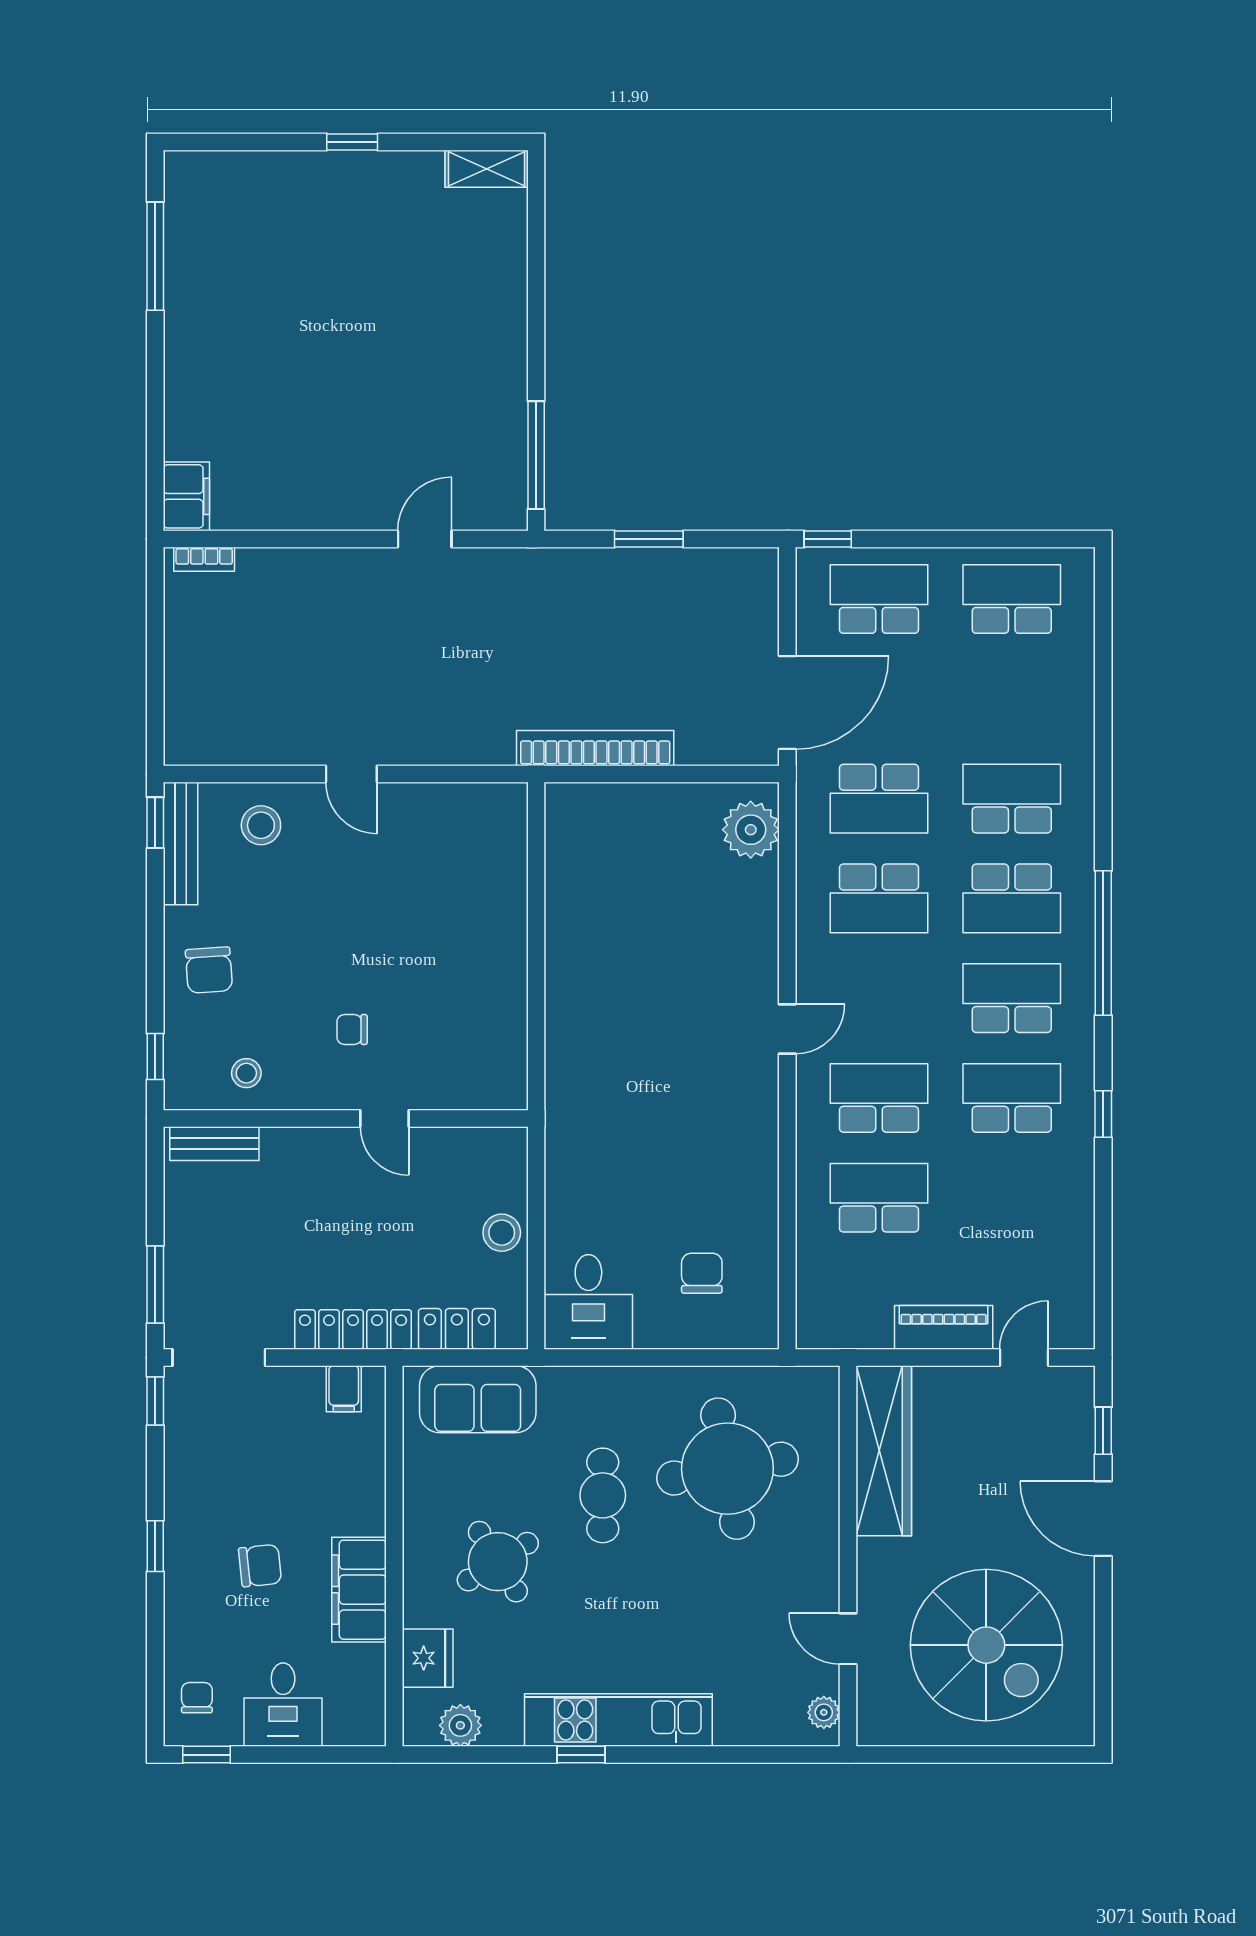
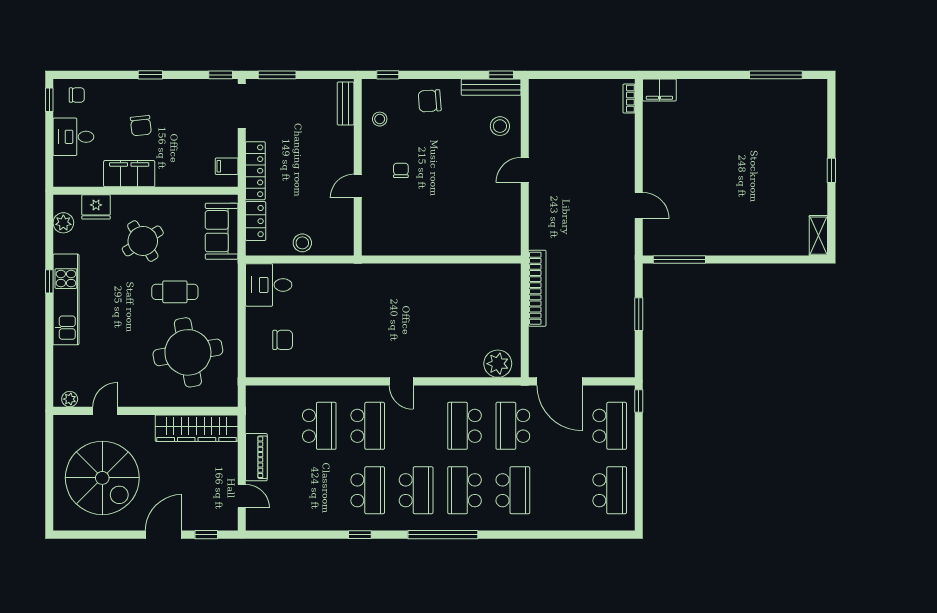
spiral stairs: (986, 1645) -> (102, 478), turned -90

